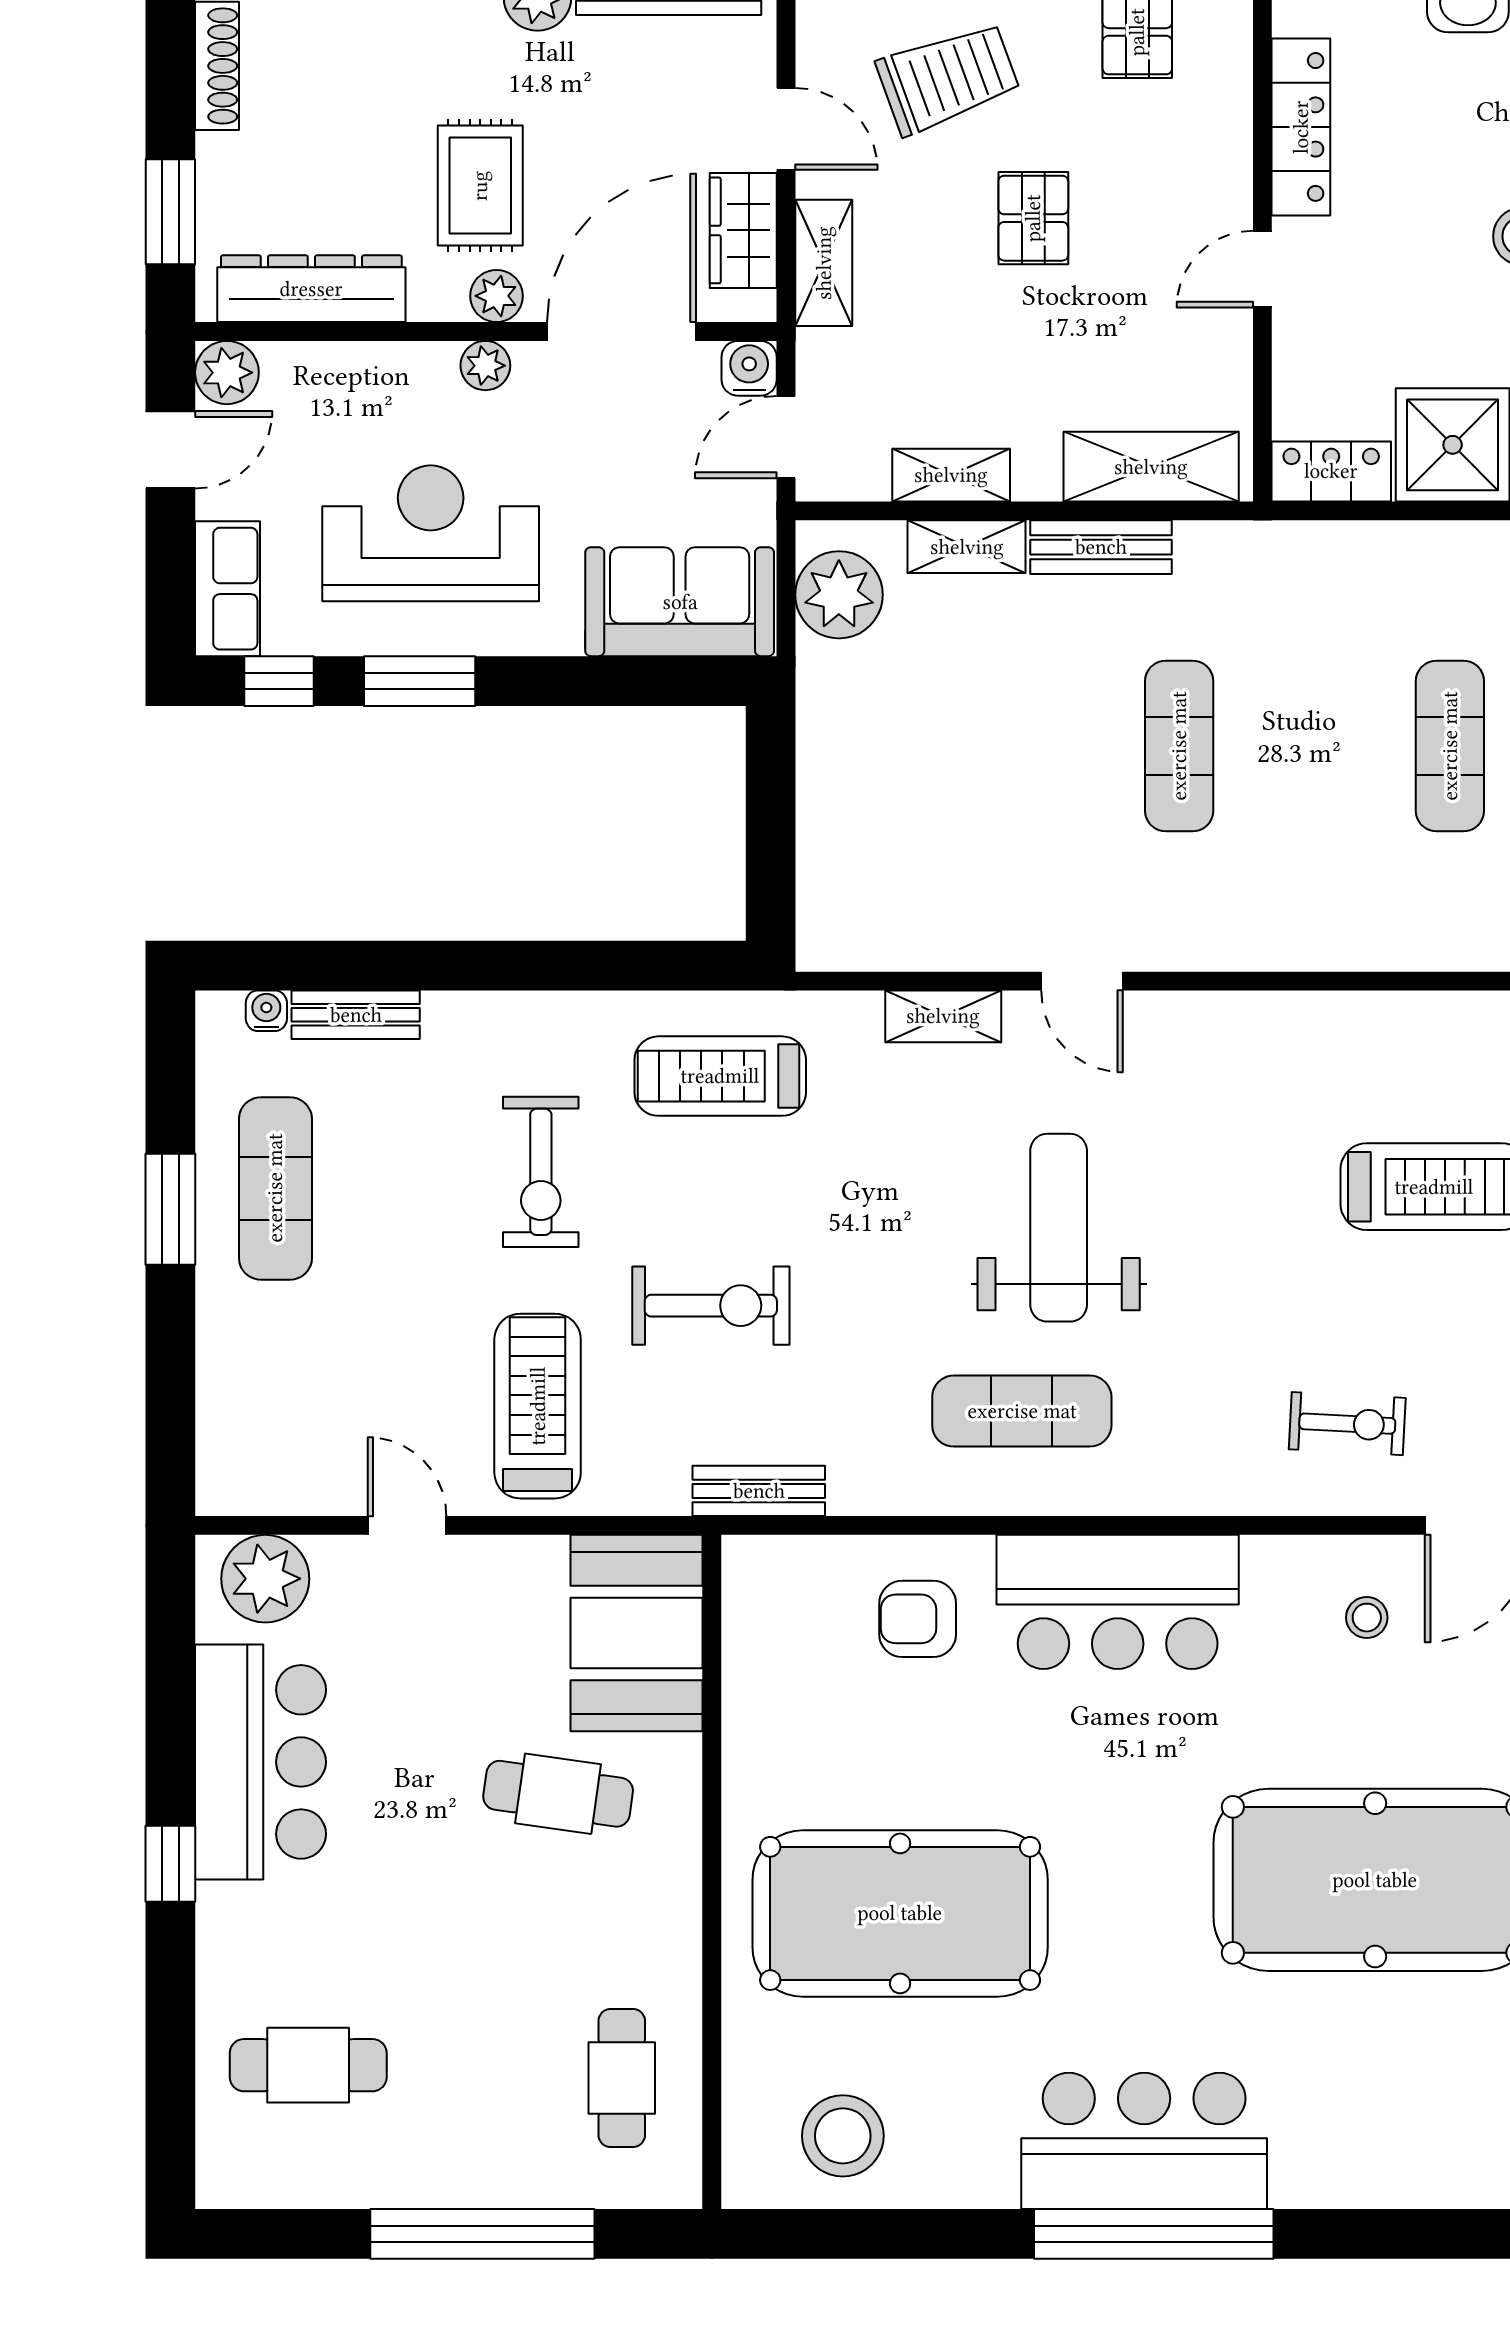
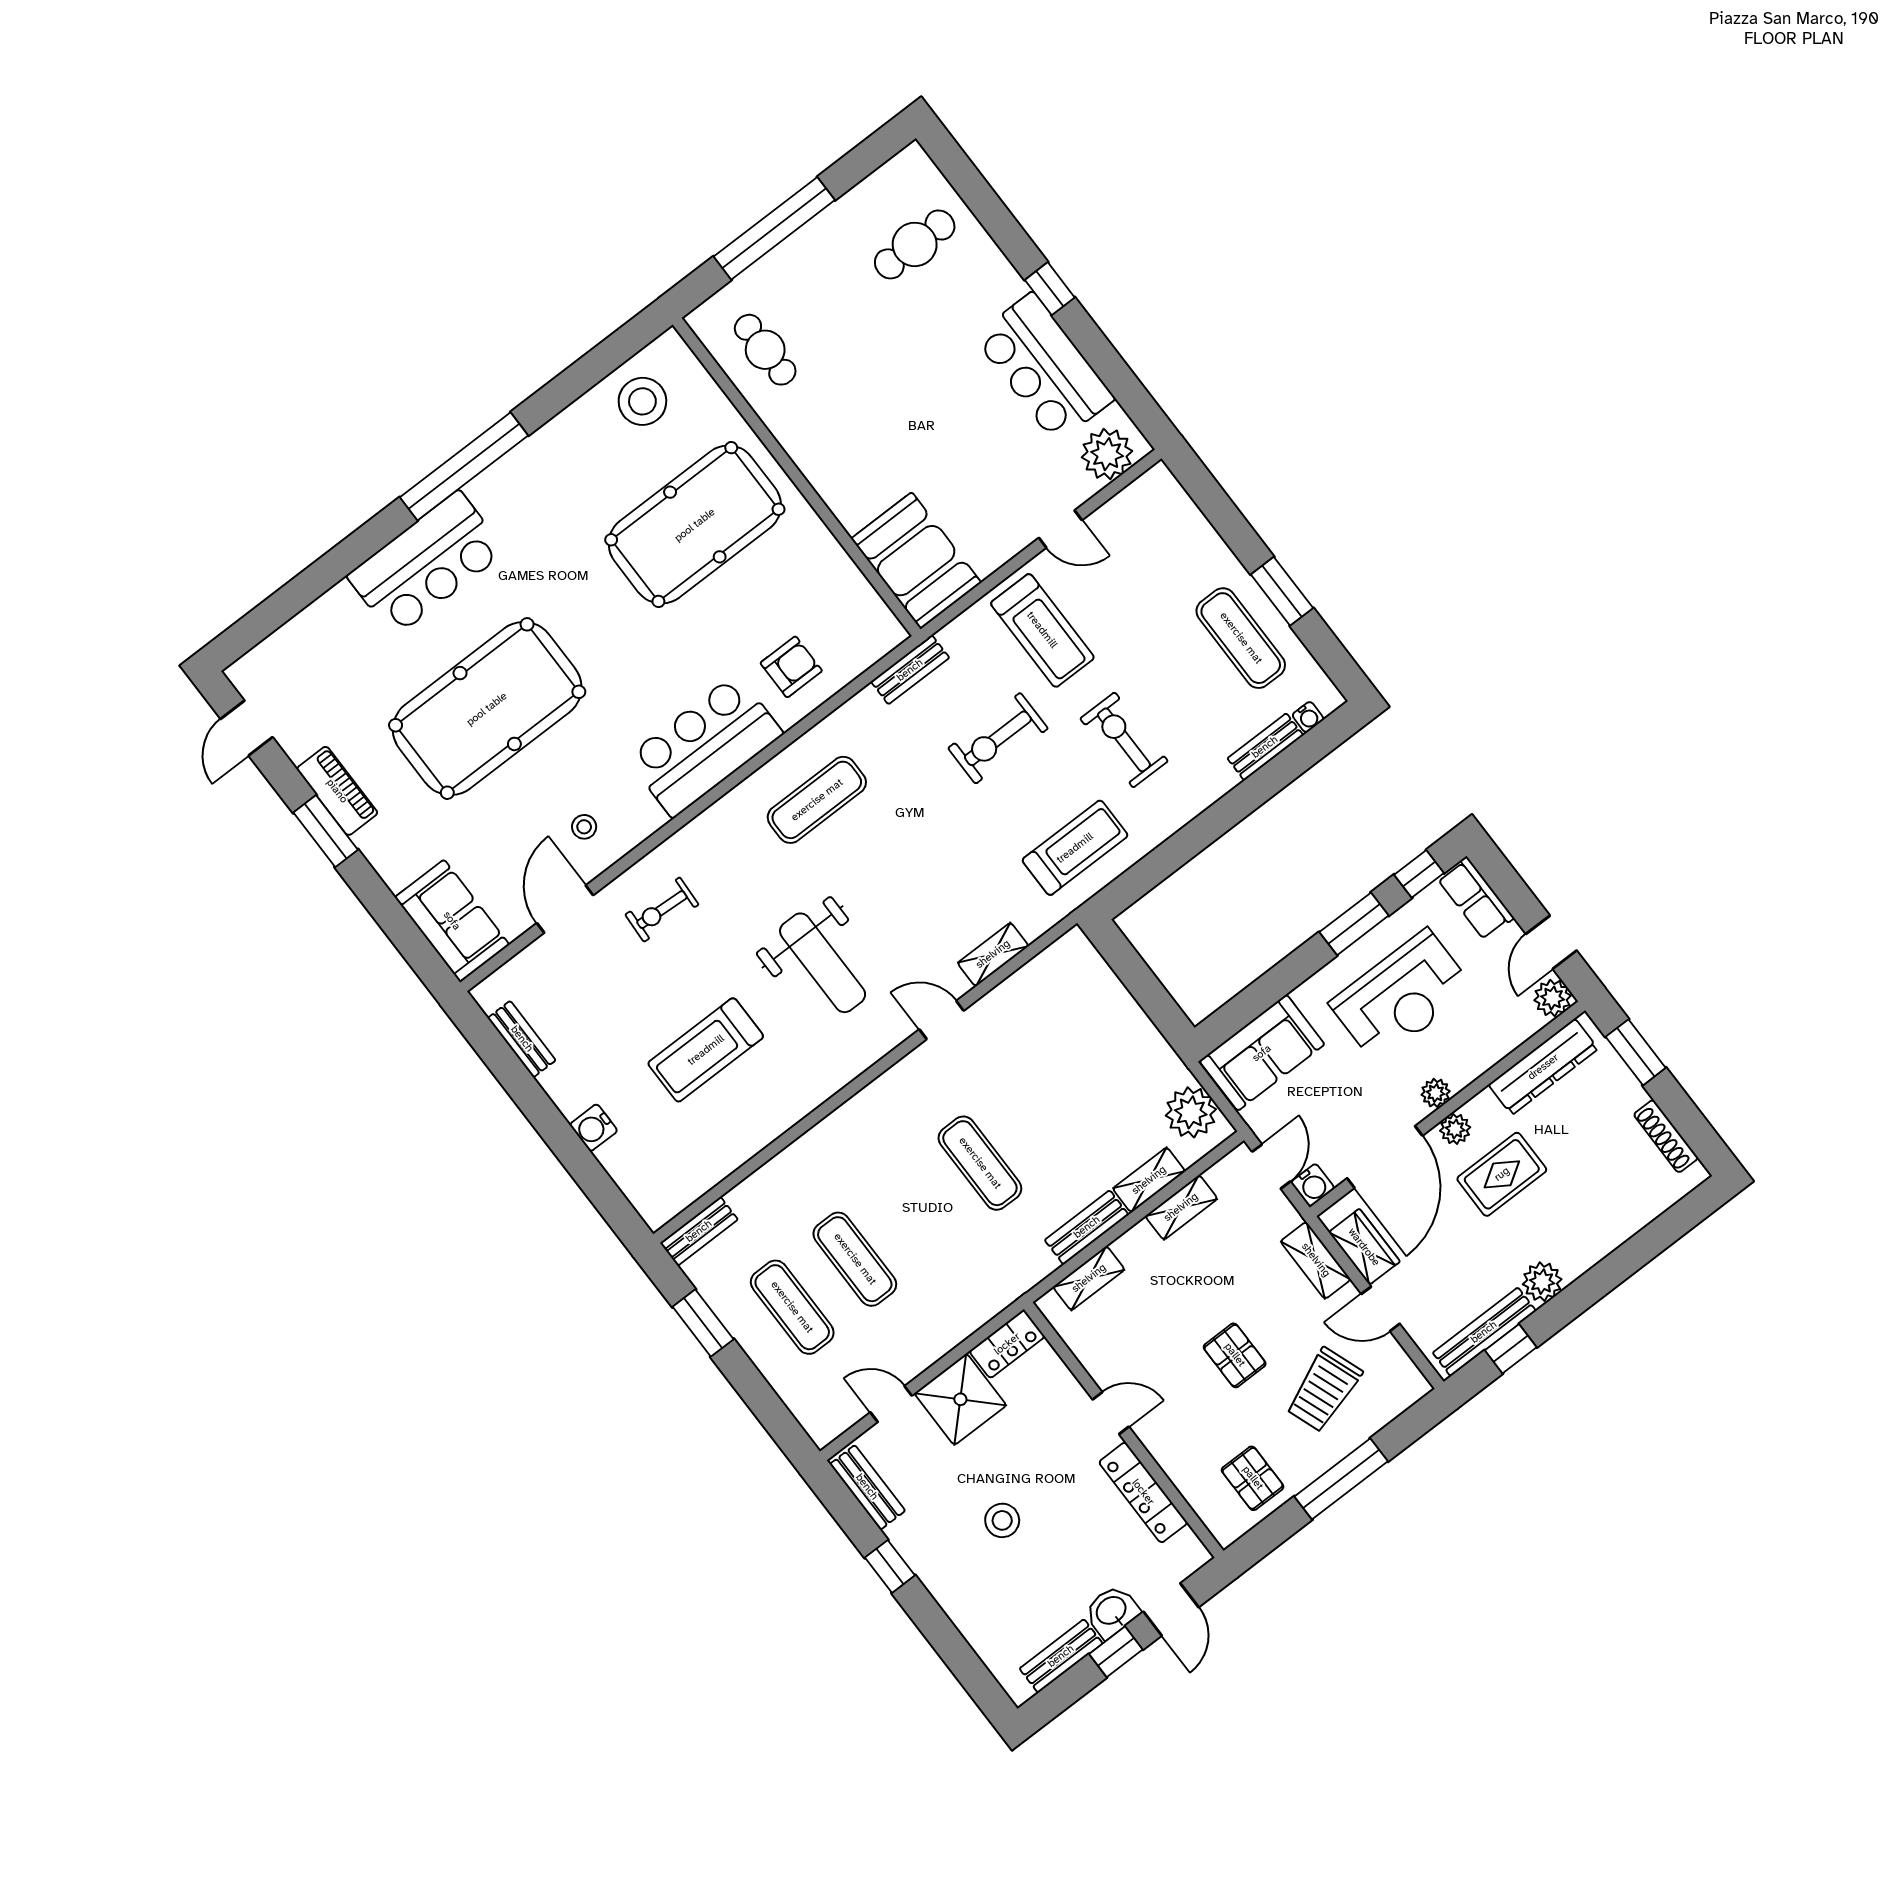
rug: (480, 186) -> (1502, 1174), turned 90
door: (1262, 269) -> (1111, 1413), hinge flipped
shelving: (1151, 467) -> (1089, 1278), width x0.67, depth x0.75
weight bench: (1059, 1228) -> (823, 963), moved
cafe table: (558, 1794) -> (895, 459), removed
bar counter: (1144, 2141) -> (426, 564), moved

